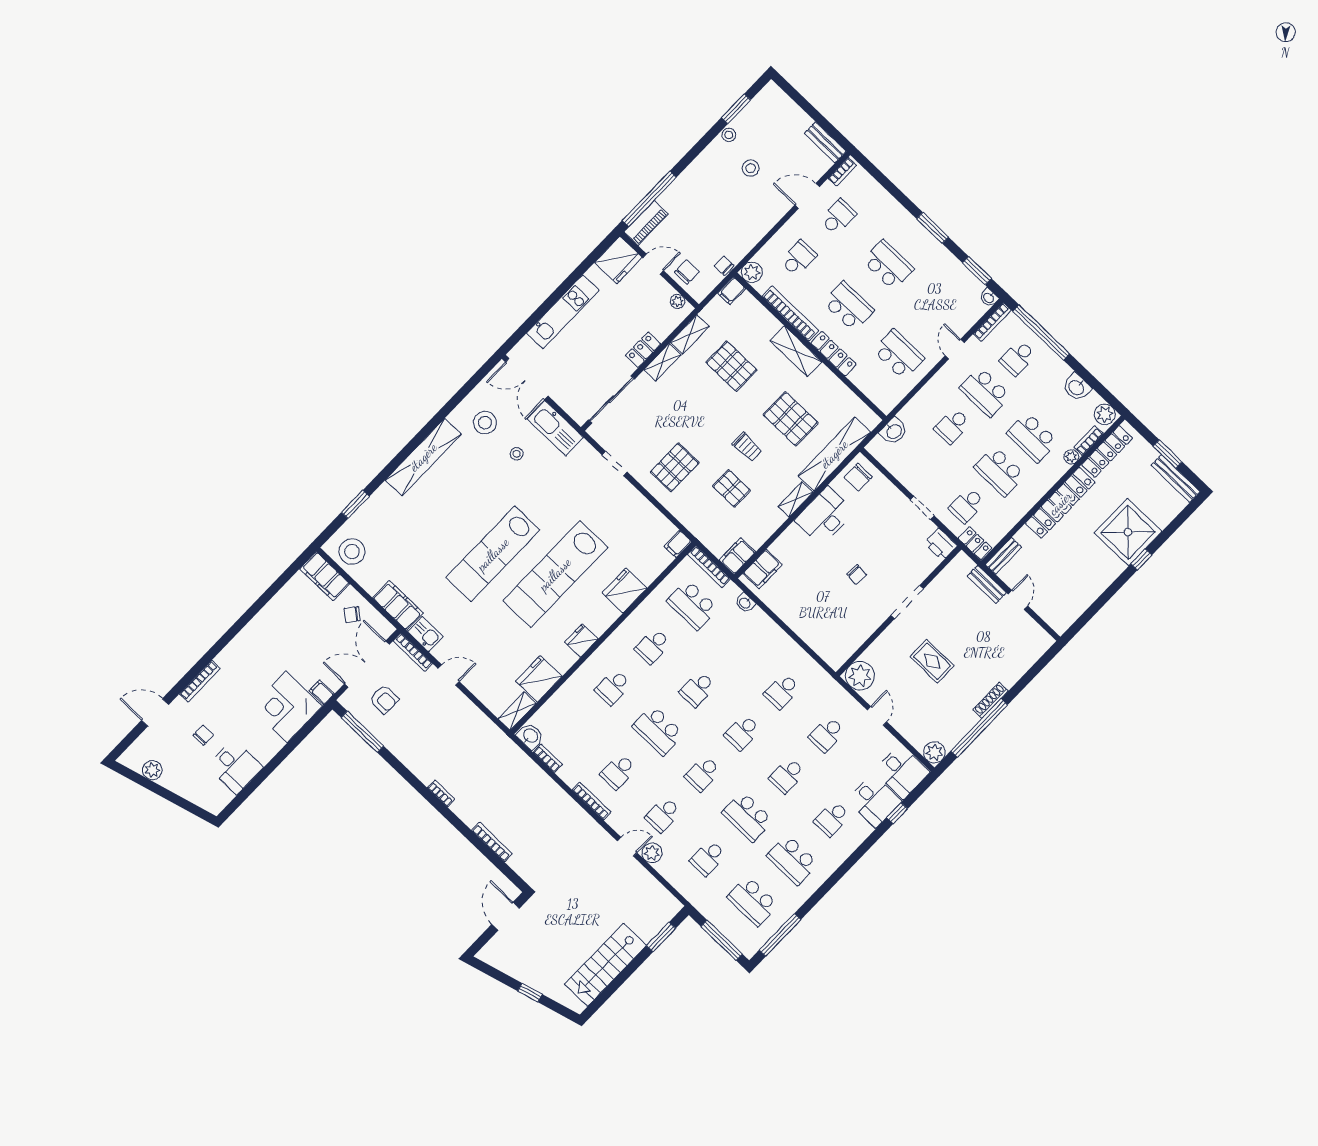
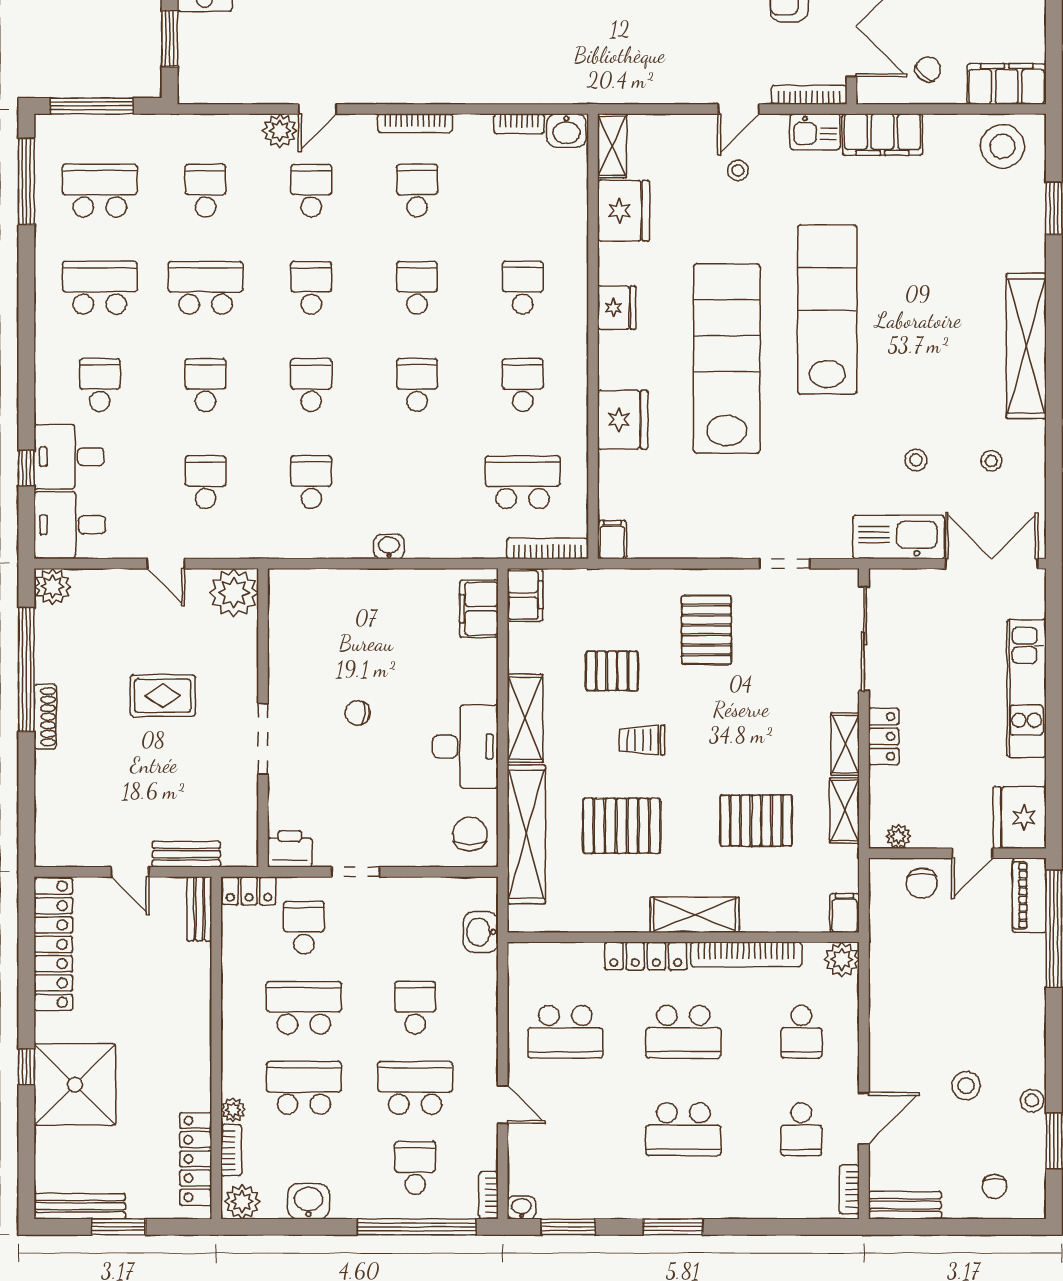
chair: (724, 266) -> (994, 1186), moved, turned 90
bookcase: (992, 322) -> (489, 1195), width x0.64
stool: (485, 423) -> (991, 461), width x0.53, depth x0.53
shelving: (796, 499) -> (525, 718), width x1.50, depth x1.33
locker: (1060, 503) -> (53, 944), moved, turned 180
washbasin: (745, 603) -> (389, 547), moved
stool: (474, 649) -> (738, 170), added
school desk: (658, 730) -> (417, 288), width x0.54

